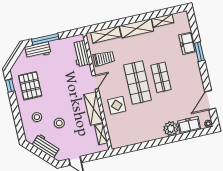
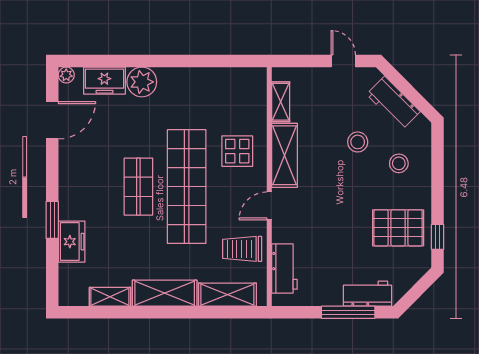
shop shelf: (138, 83) -> (187, 187), width x1.40
pallet: (30, 86) -> (398, 228), turned 90

